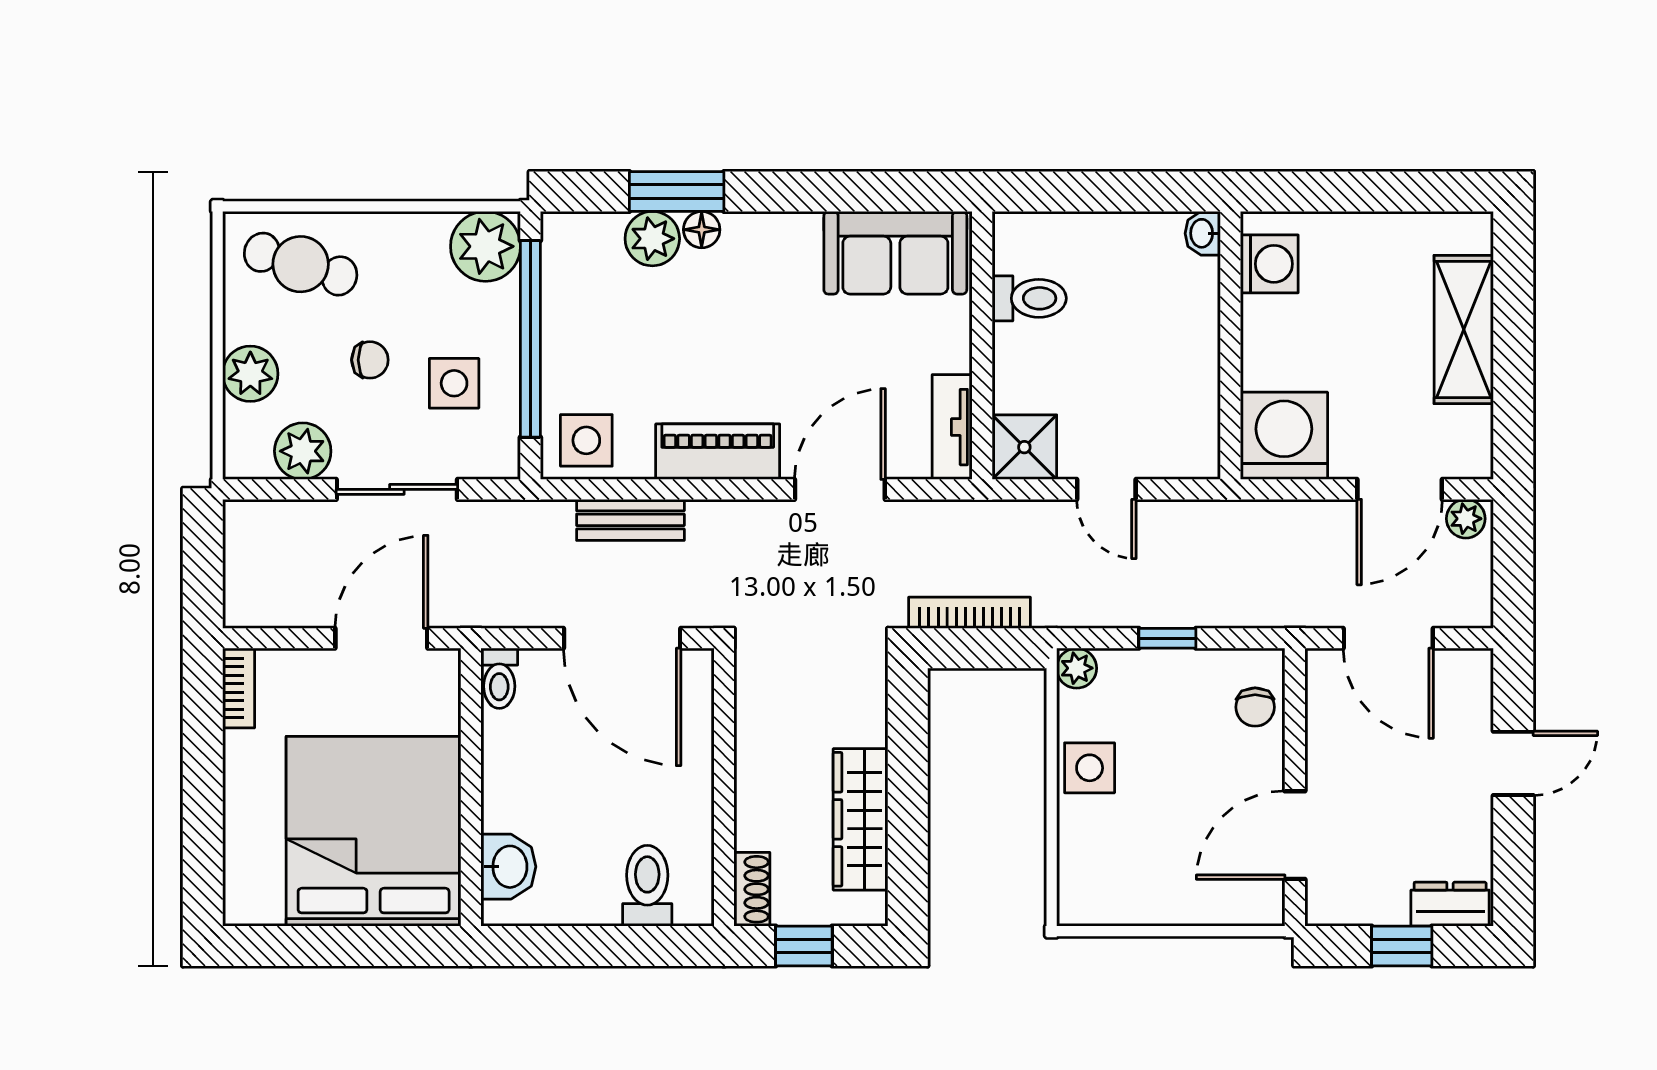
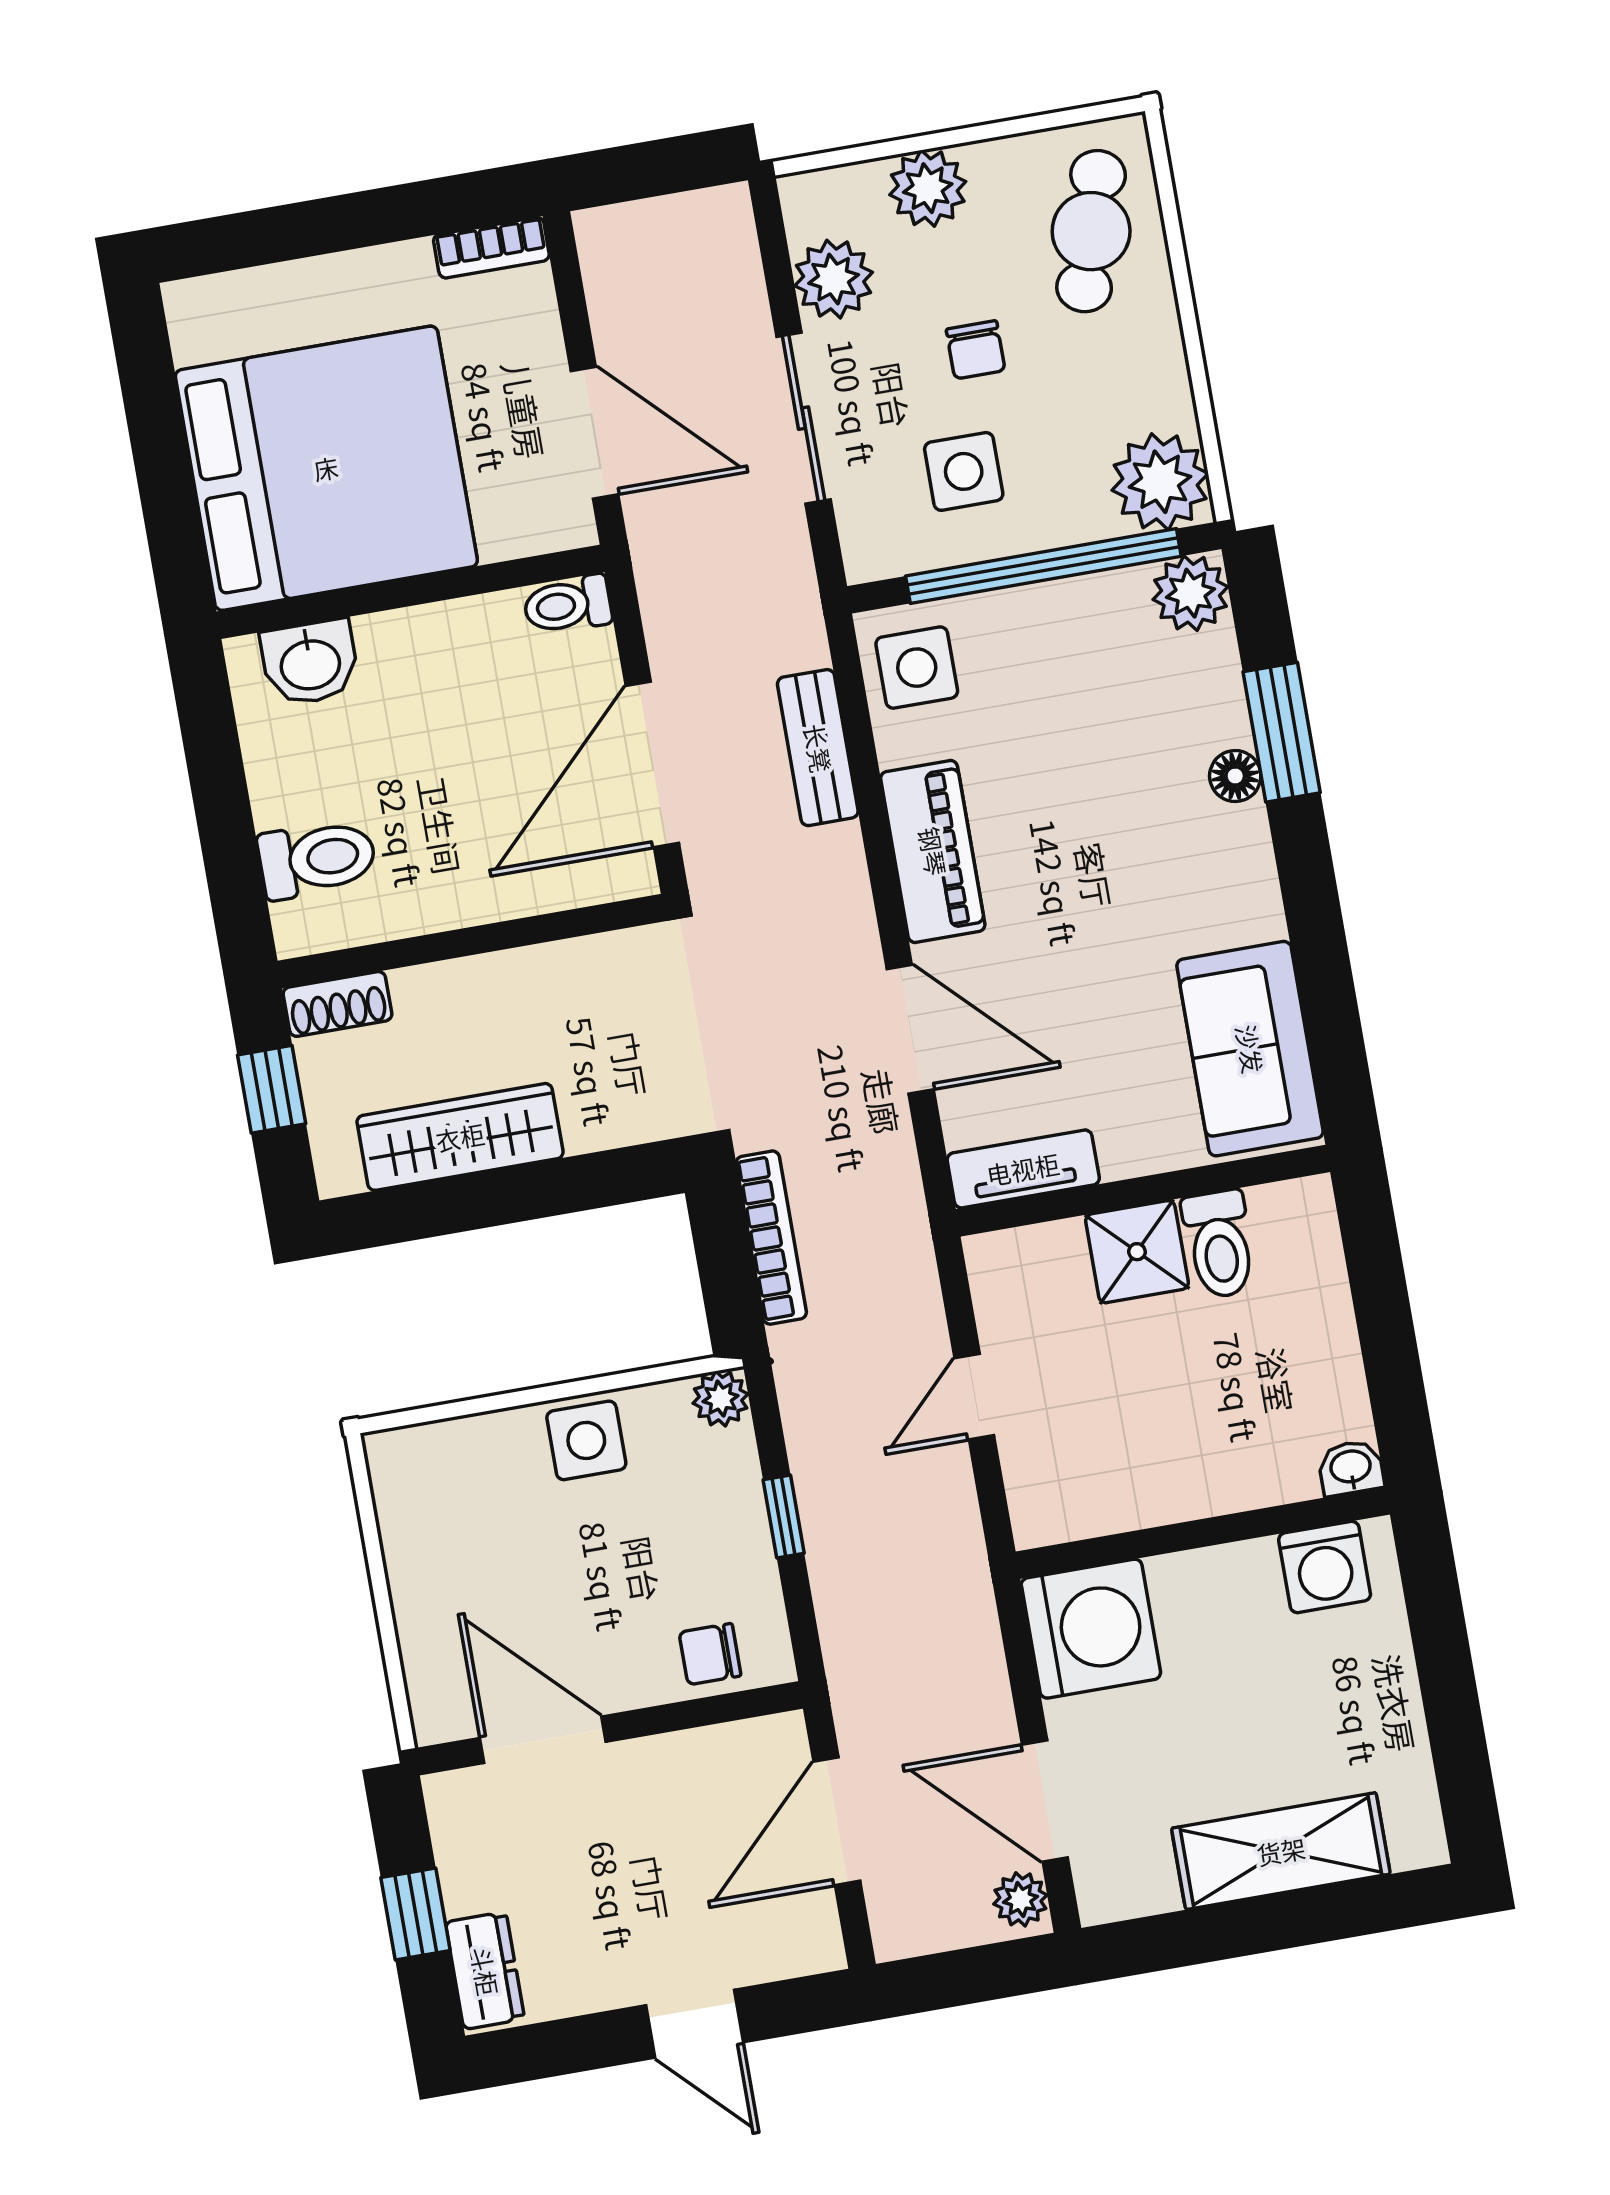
plant: (652, 239) -> (1190, 593), moved
shower: (1024, 447) -> (1137, 1252), moved

